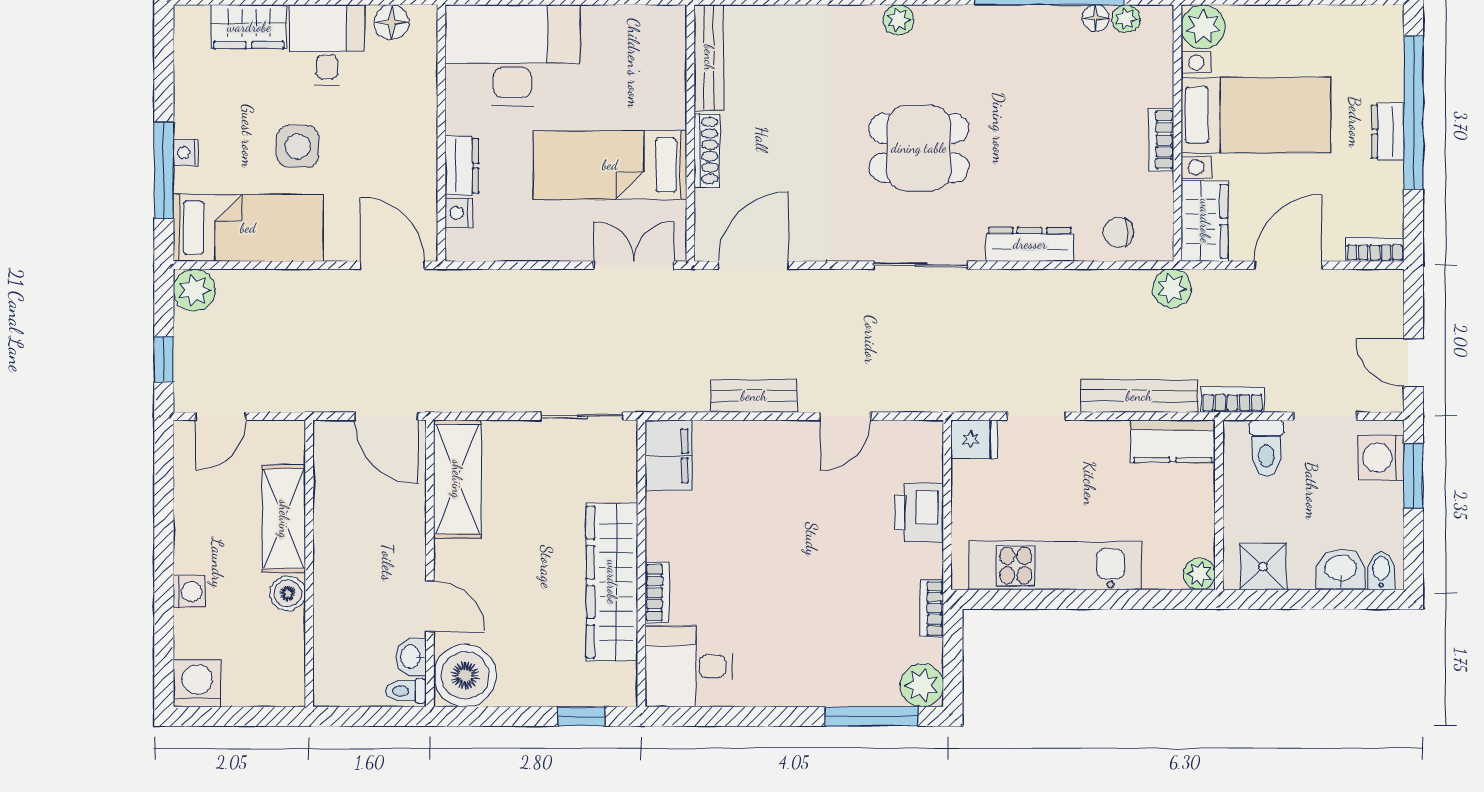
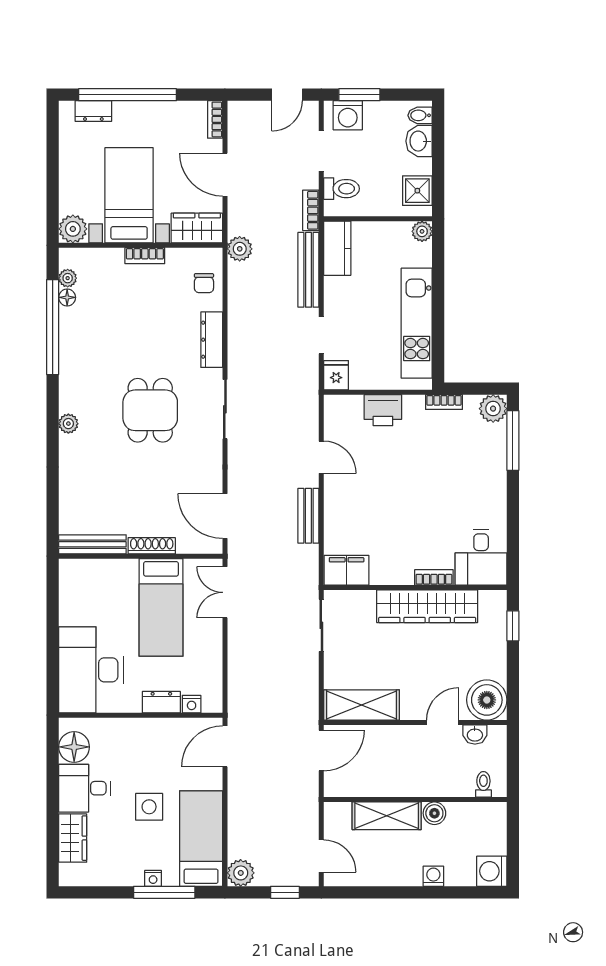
floor lamp: (392, 22) -> (74, 747), width x1.38, depth x1.38
dresser: (1388, 132) -> (93, 111), moved
toilet: (406, 691) -> (483, 784), moved, turned 180

